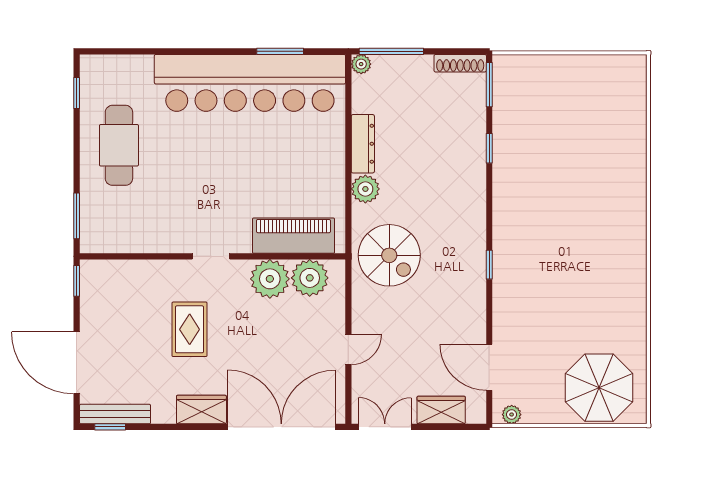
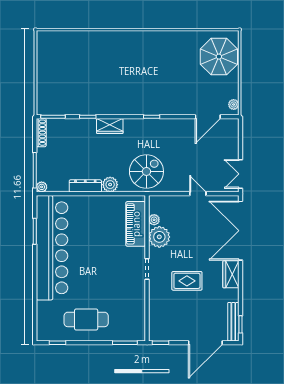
plant: (310, 278) -> (154, 220), width x0.53, depth x0.53
wardrobe: (441, 410) -> (110, 126), moved, turned -90

